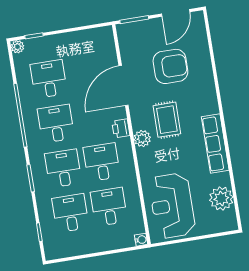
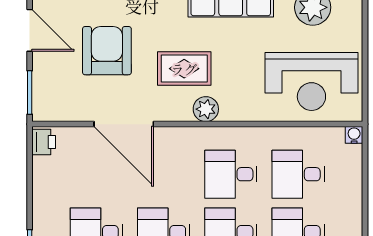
printer: (121, 128) -> (44, 142), moved, turned -90

